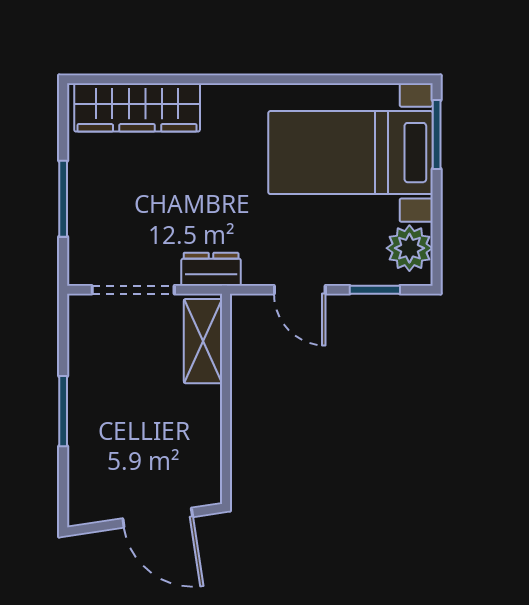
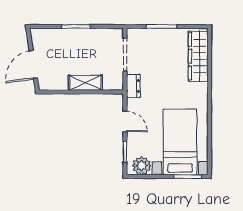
door: (300, 290) -> (125, 122), swing flipped
shelving: (203, 341) -> (85, 83), moved

